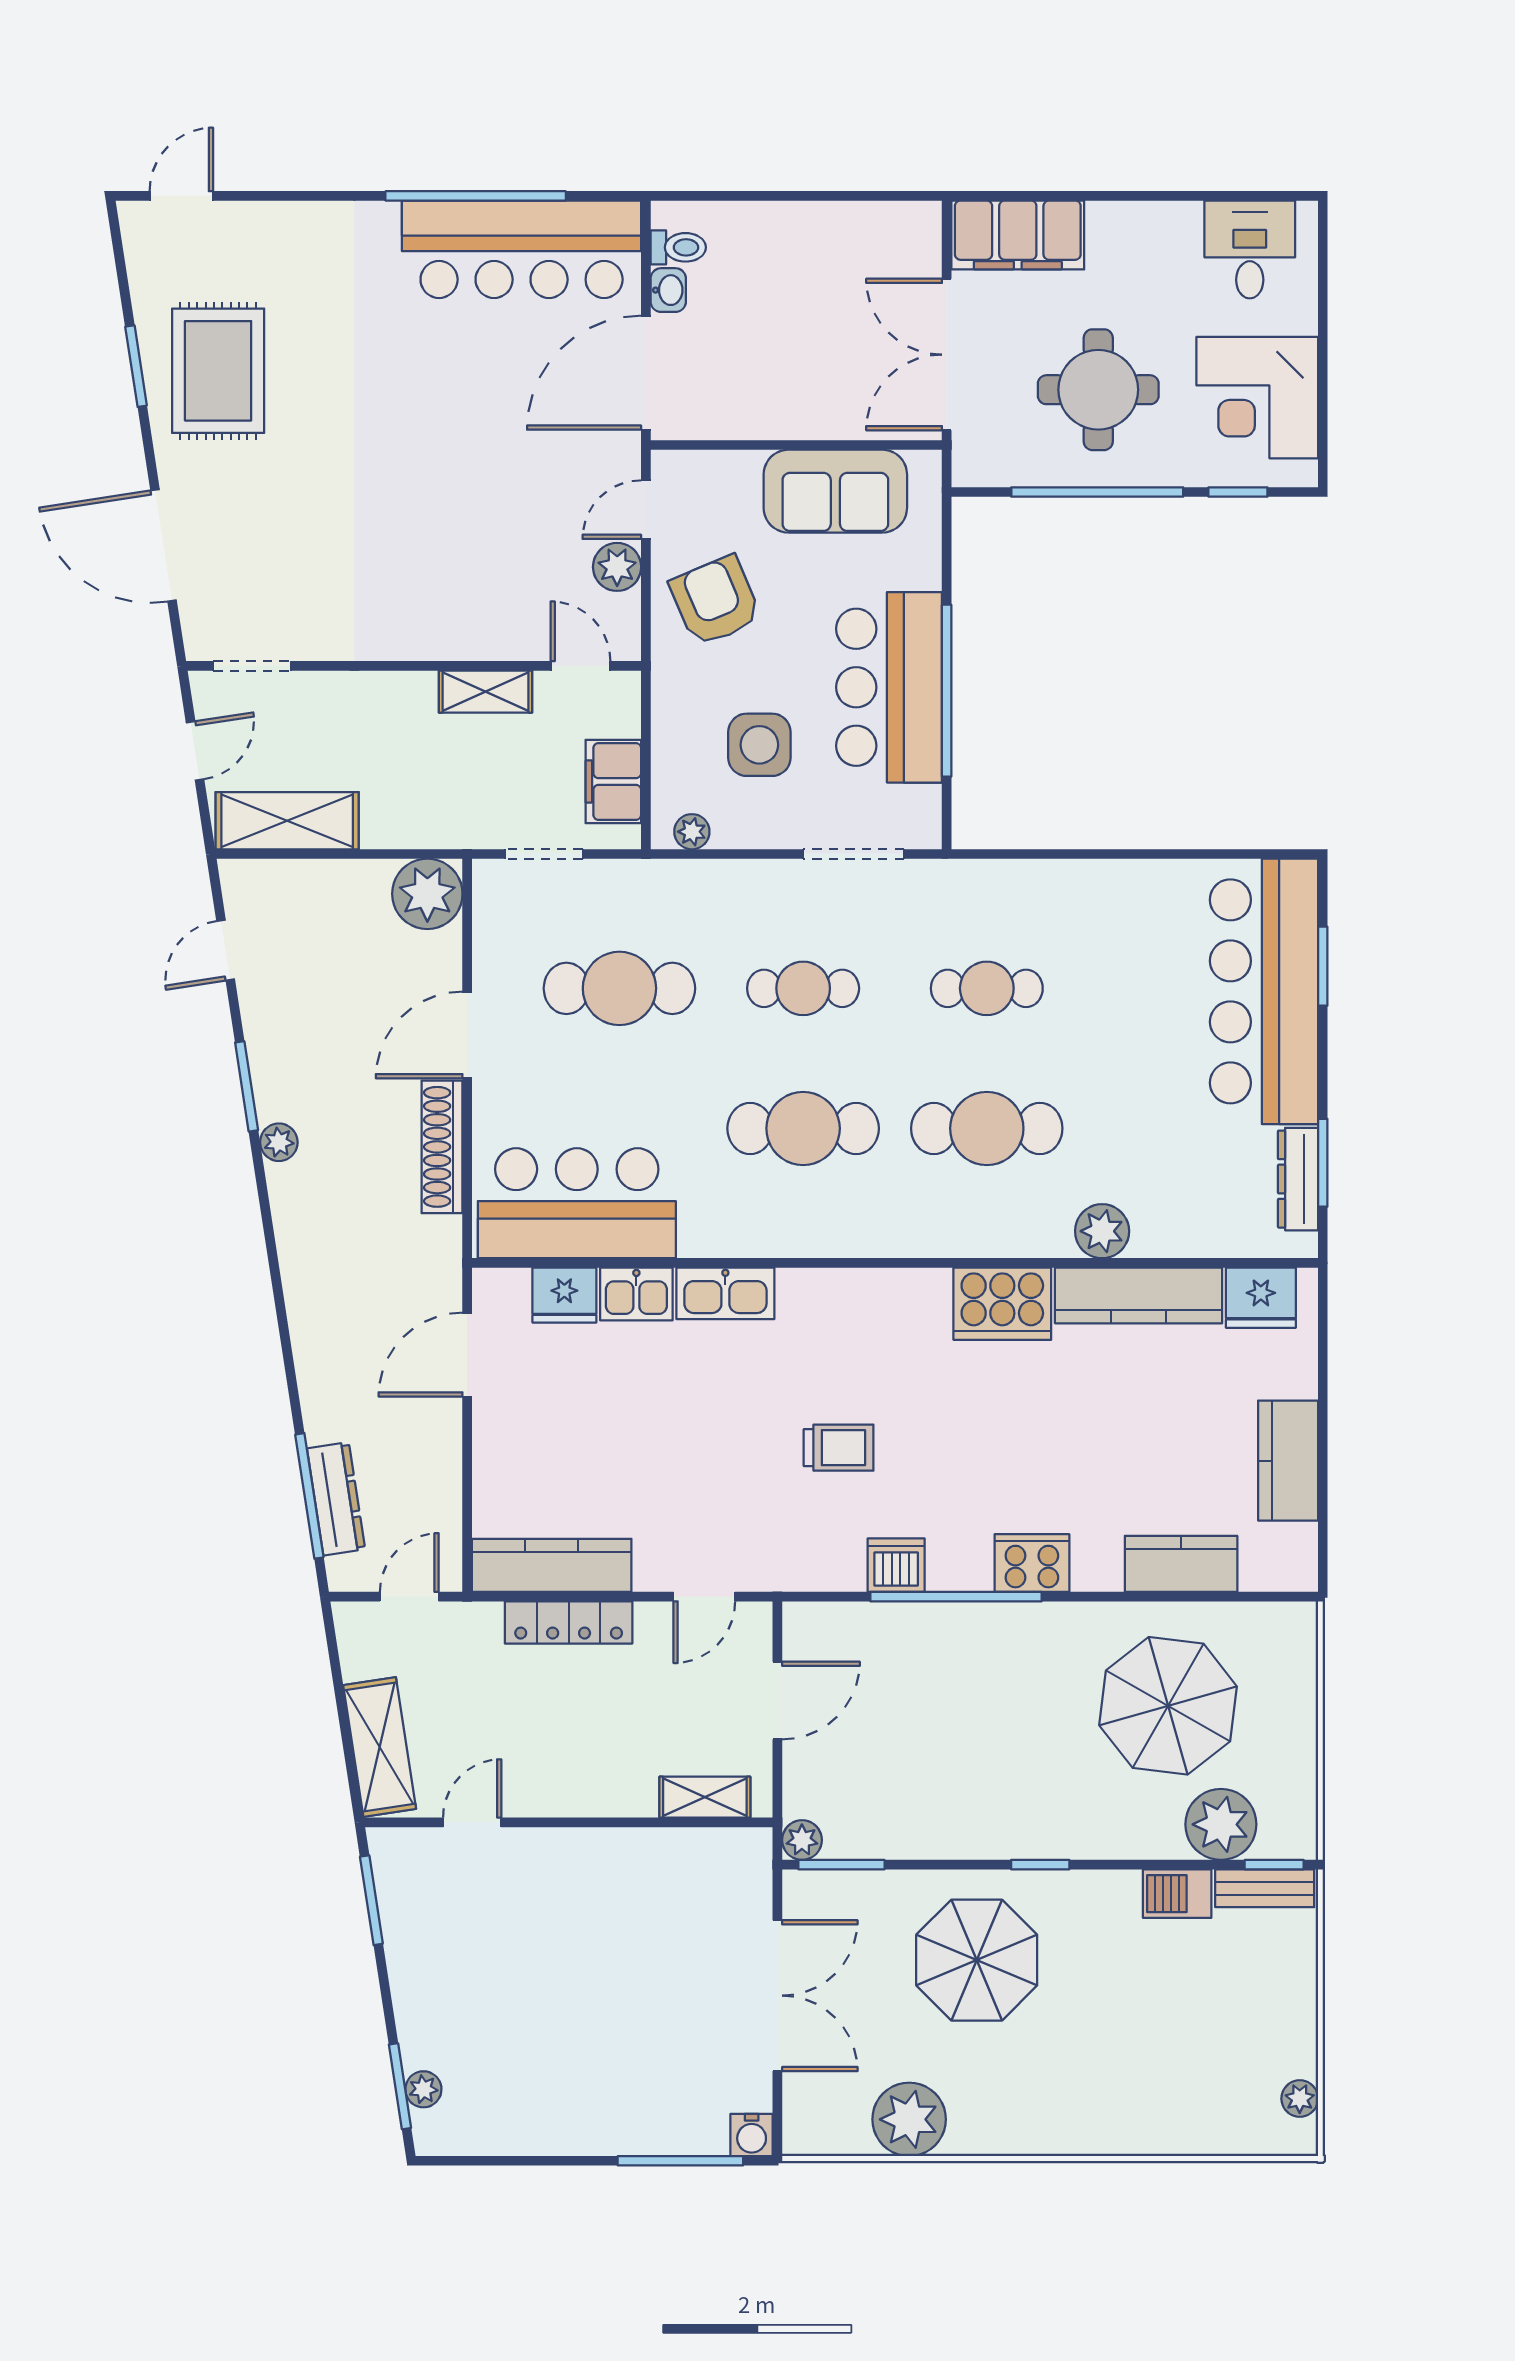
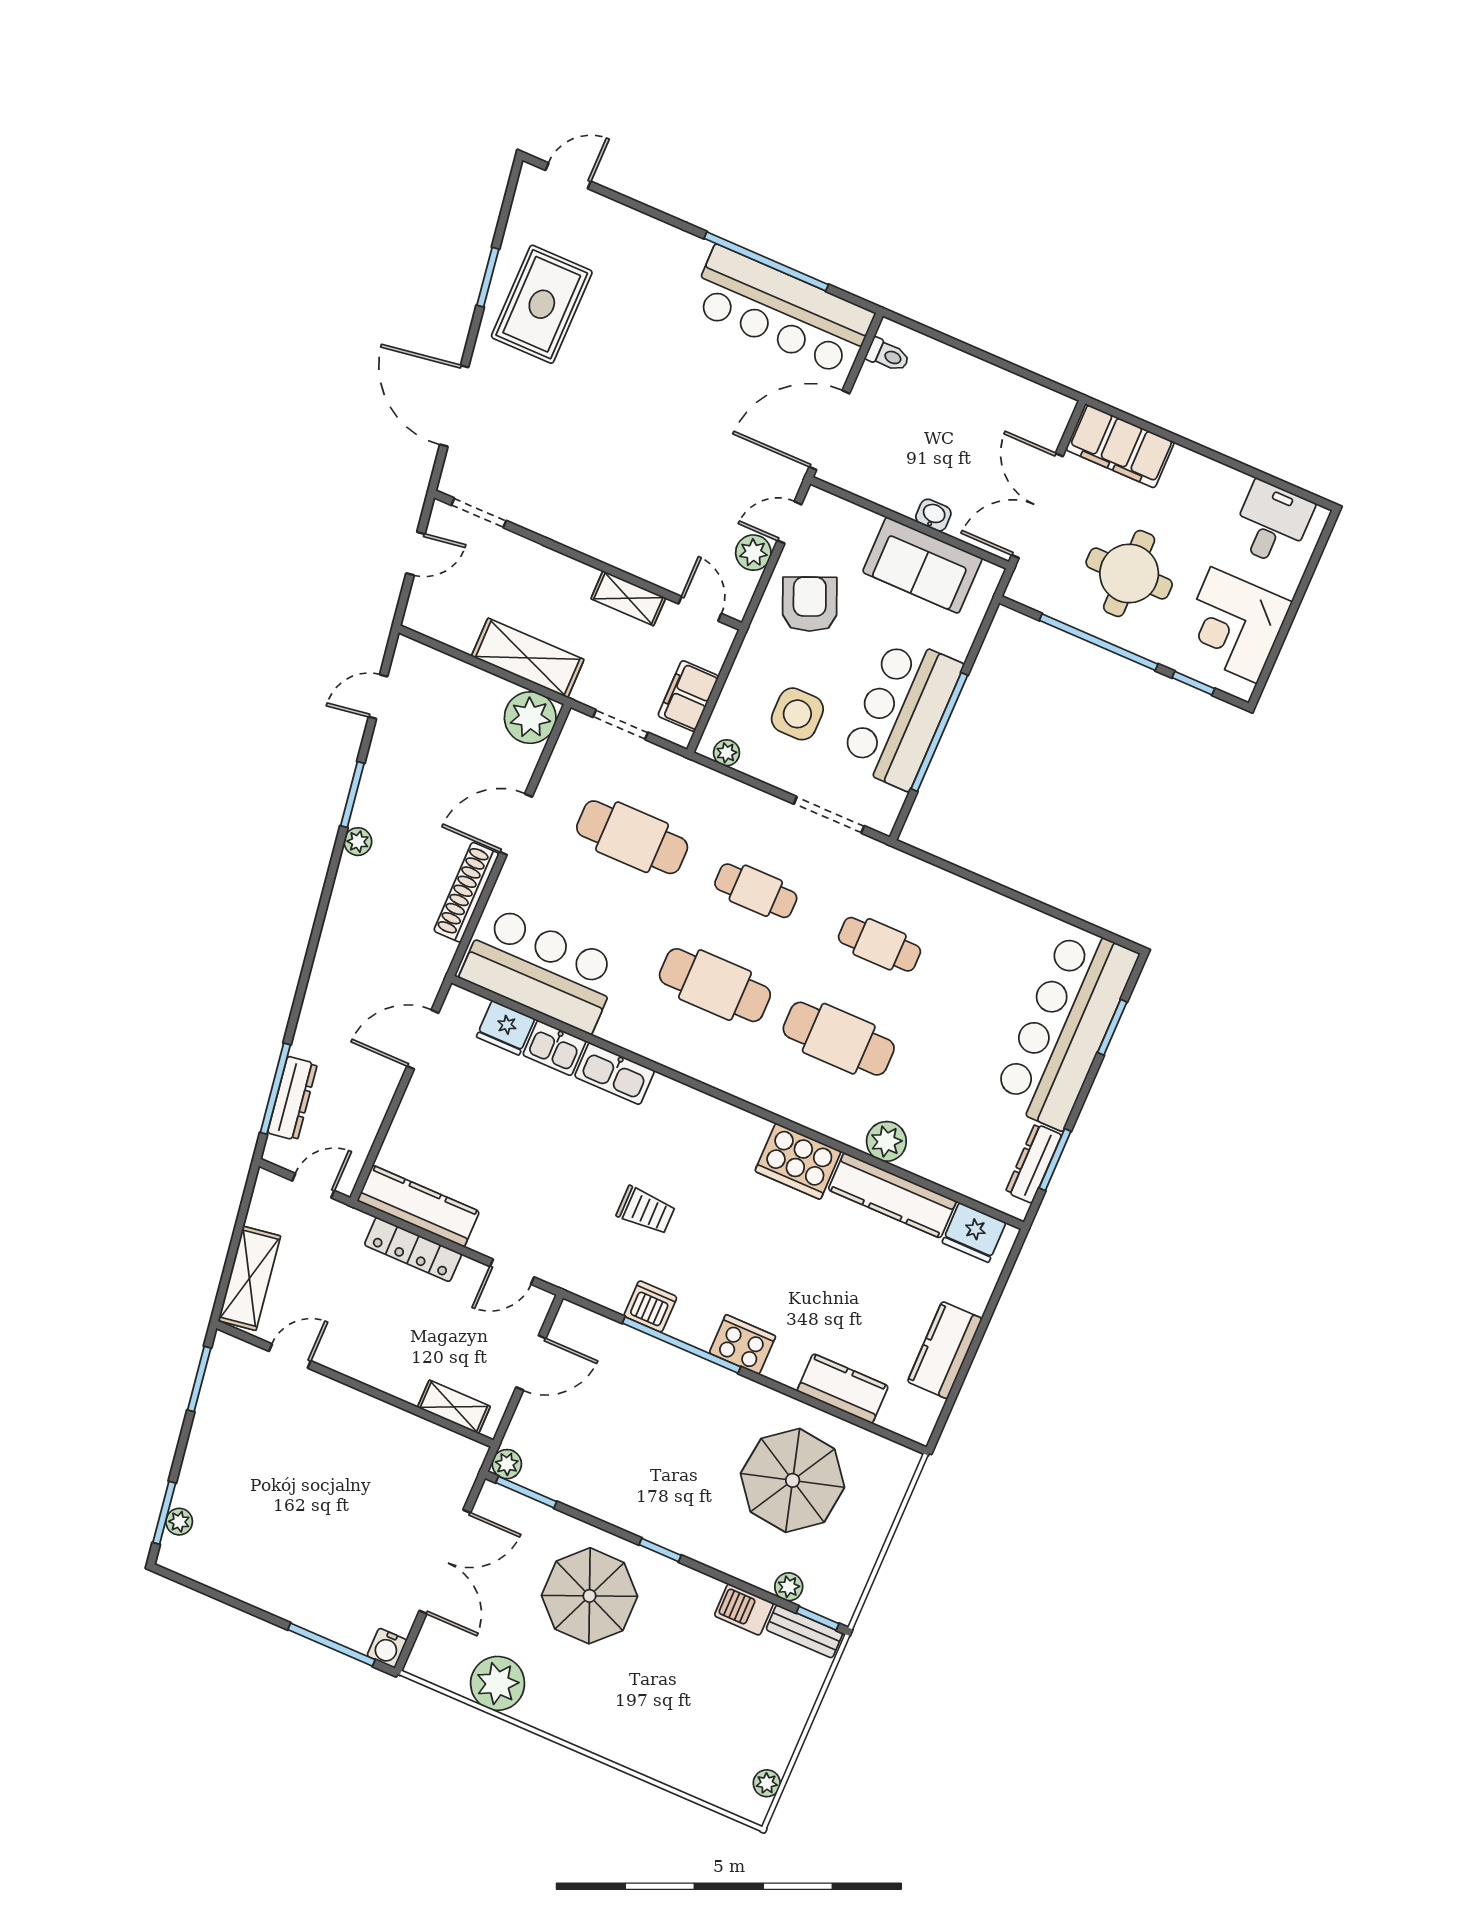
washbasin: (668, 290) -> (933, 515), moved, turned -90
shelving: (287, 821) -> (528, 658), moved
plant: (1221, 1824) -> (789, 1587), width x0.53, depth x0.53

